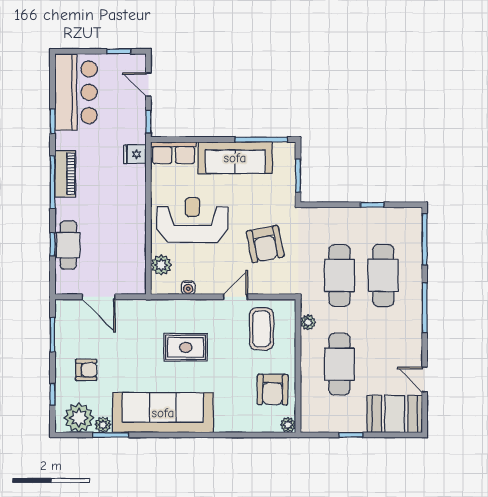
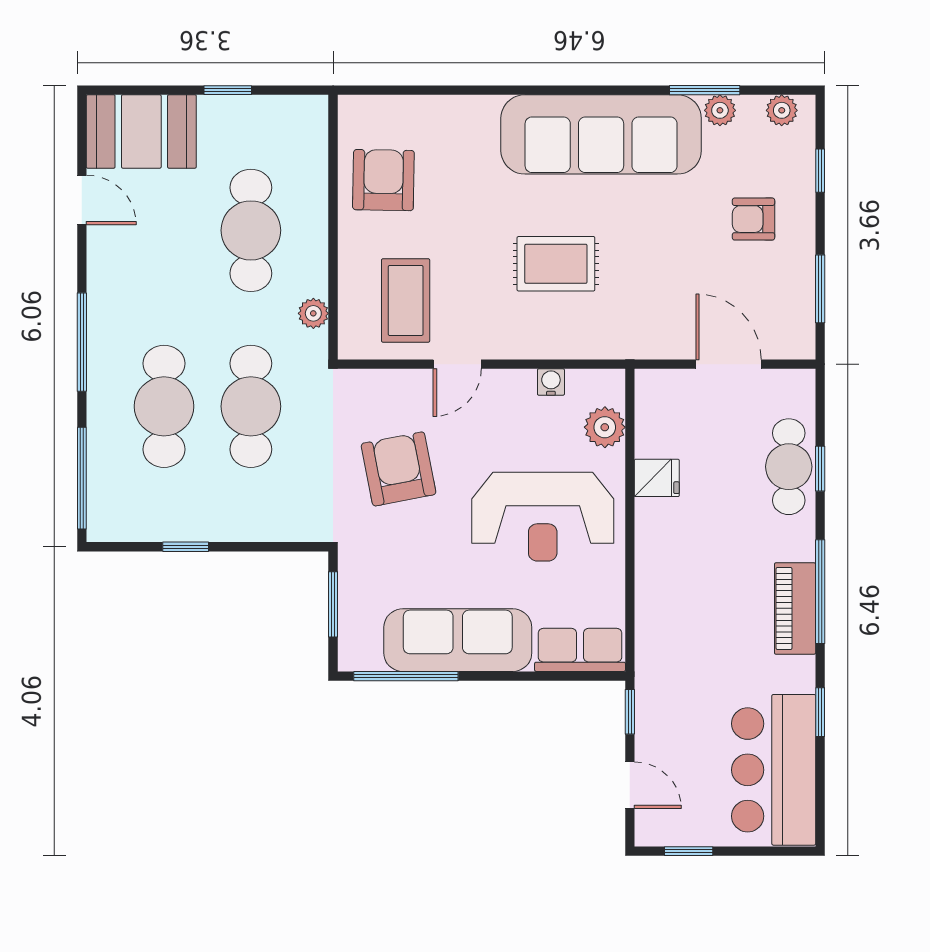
fridge: (135, 154) -> (657, 478), moved
plant: (79, 418) -> (782, 110), width x0.53, depth x0.53
plant: (288, 425) -> (353, 110), removed

